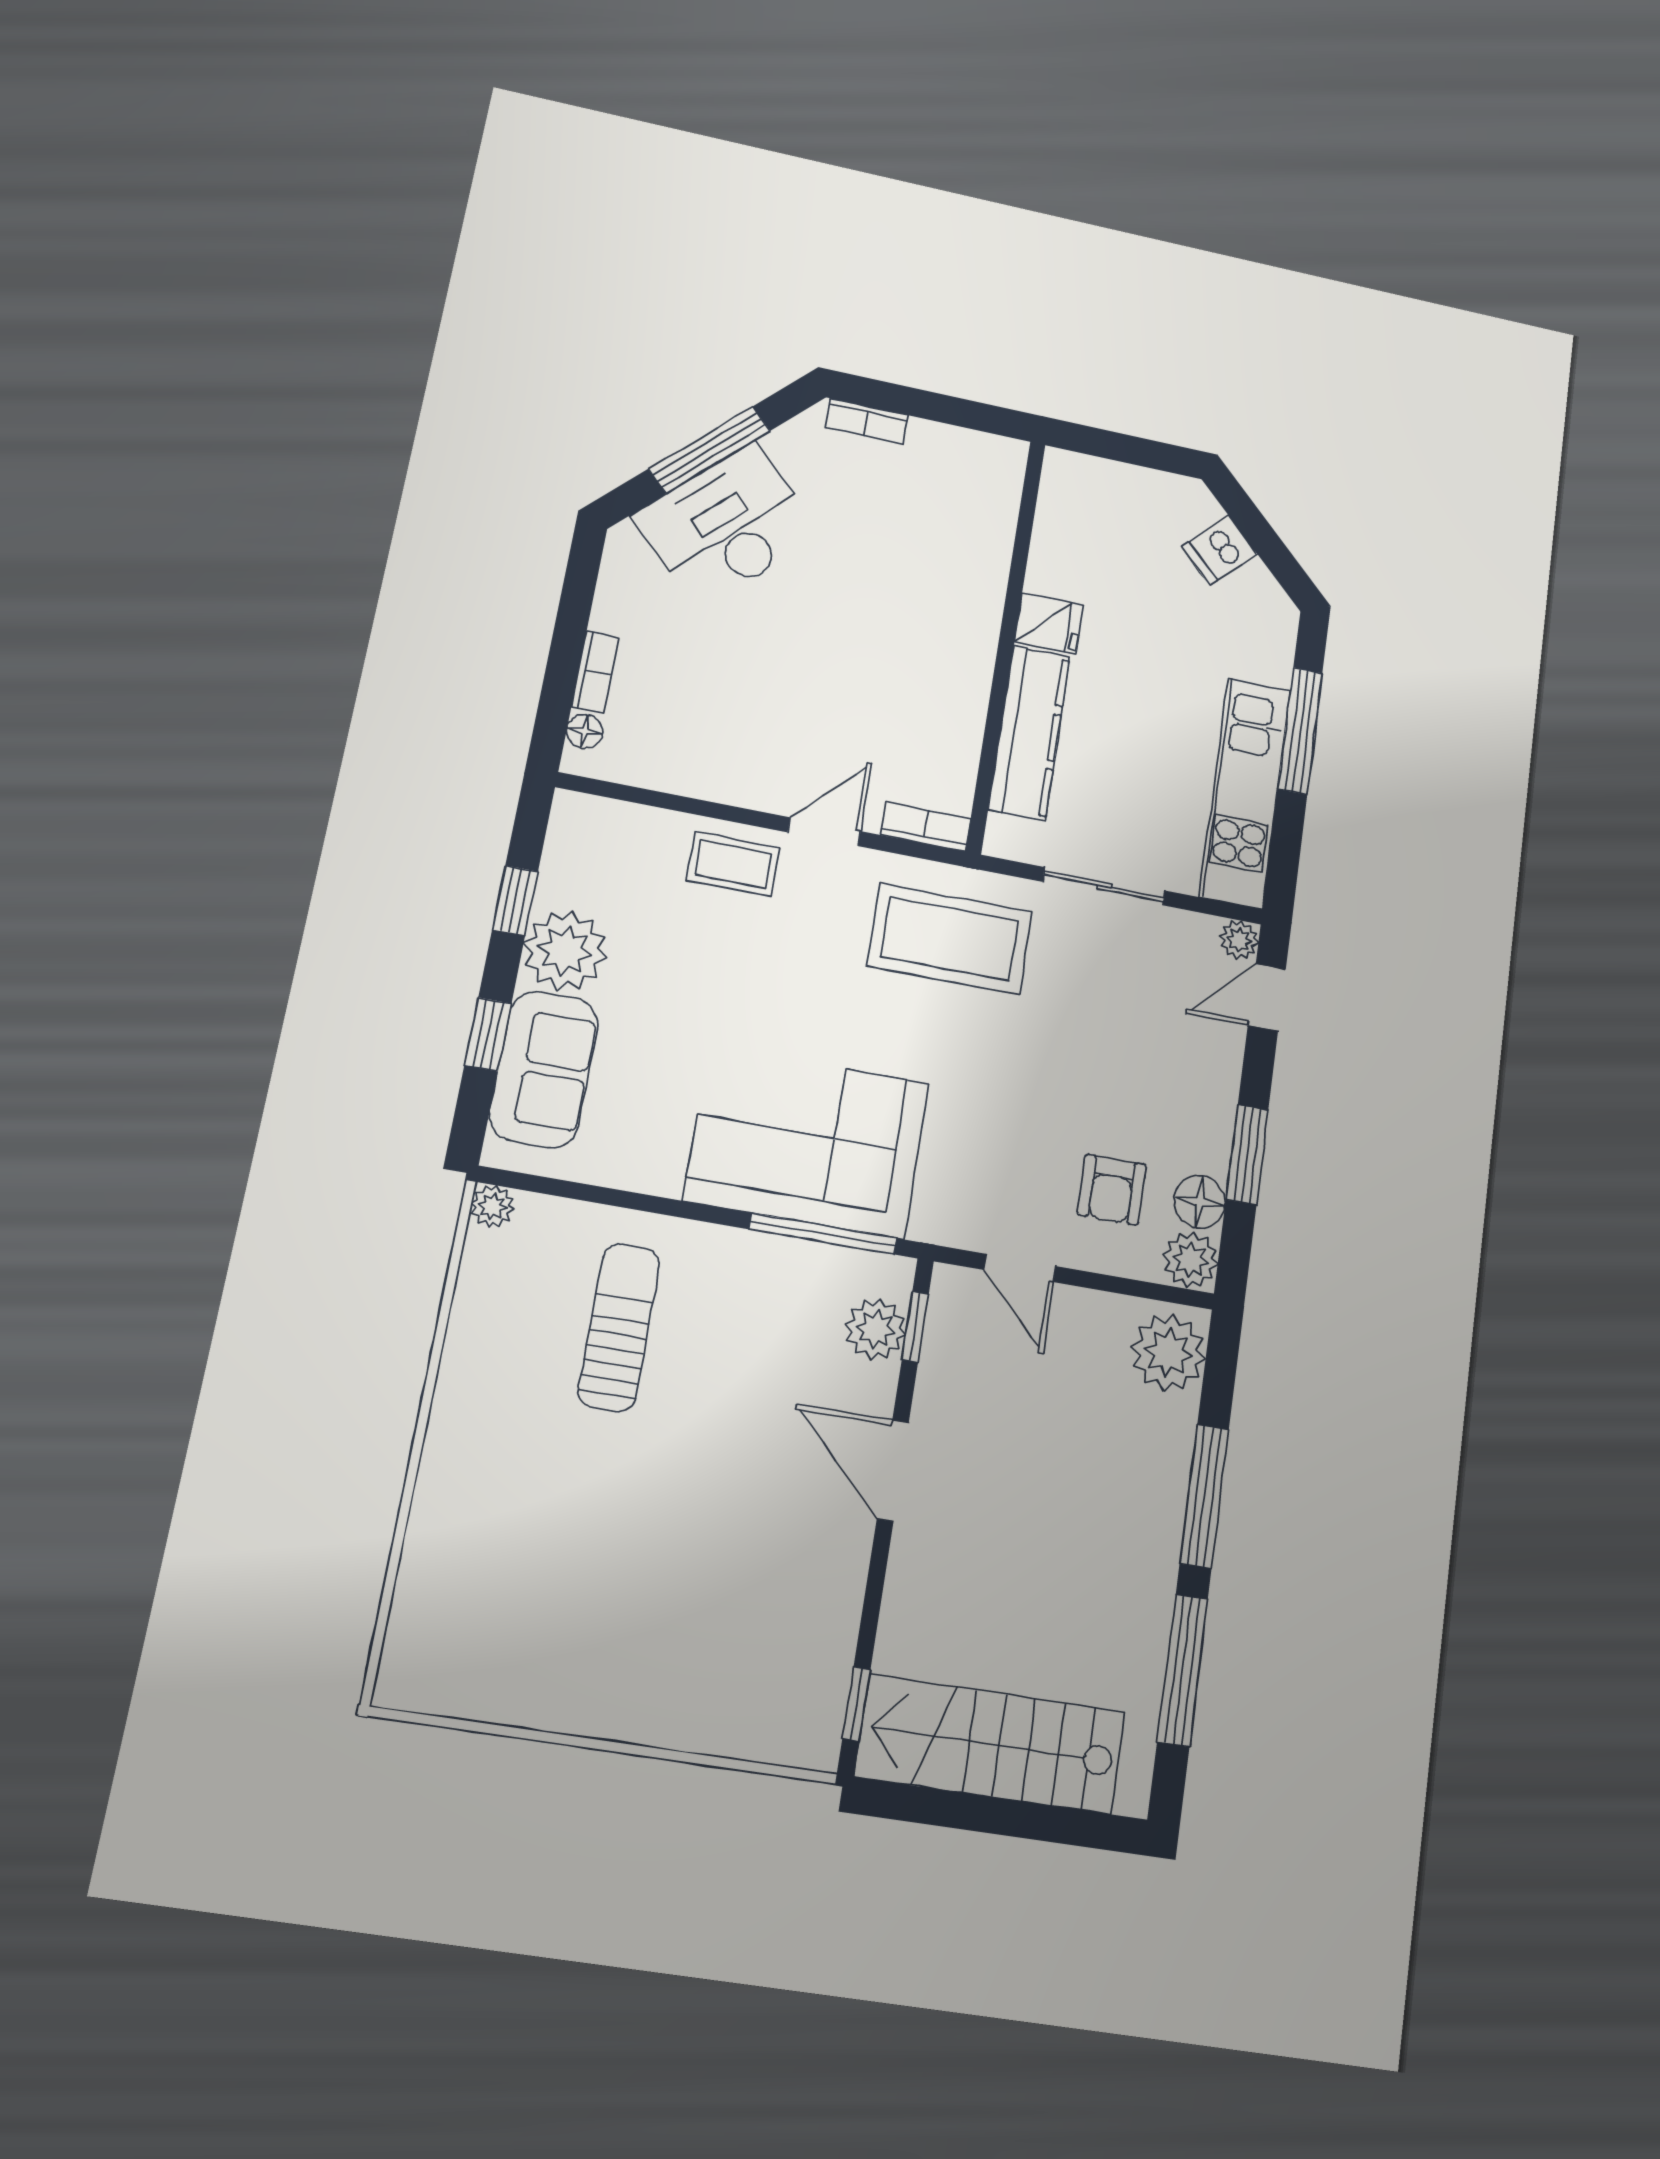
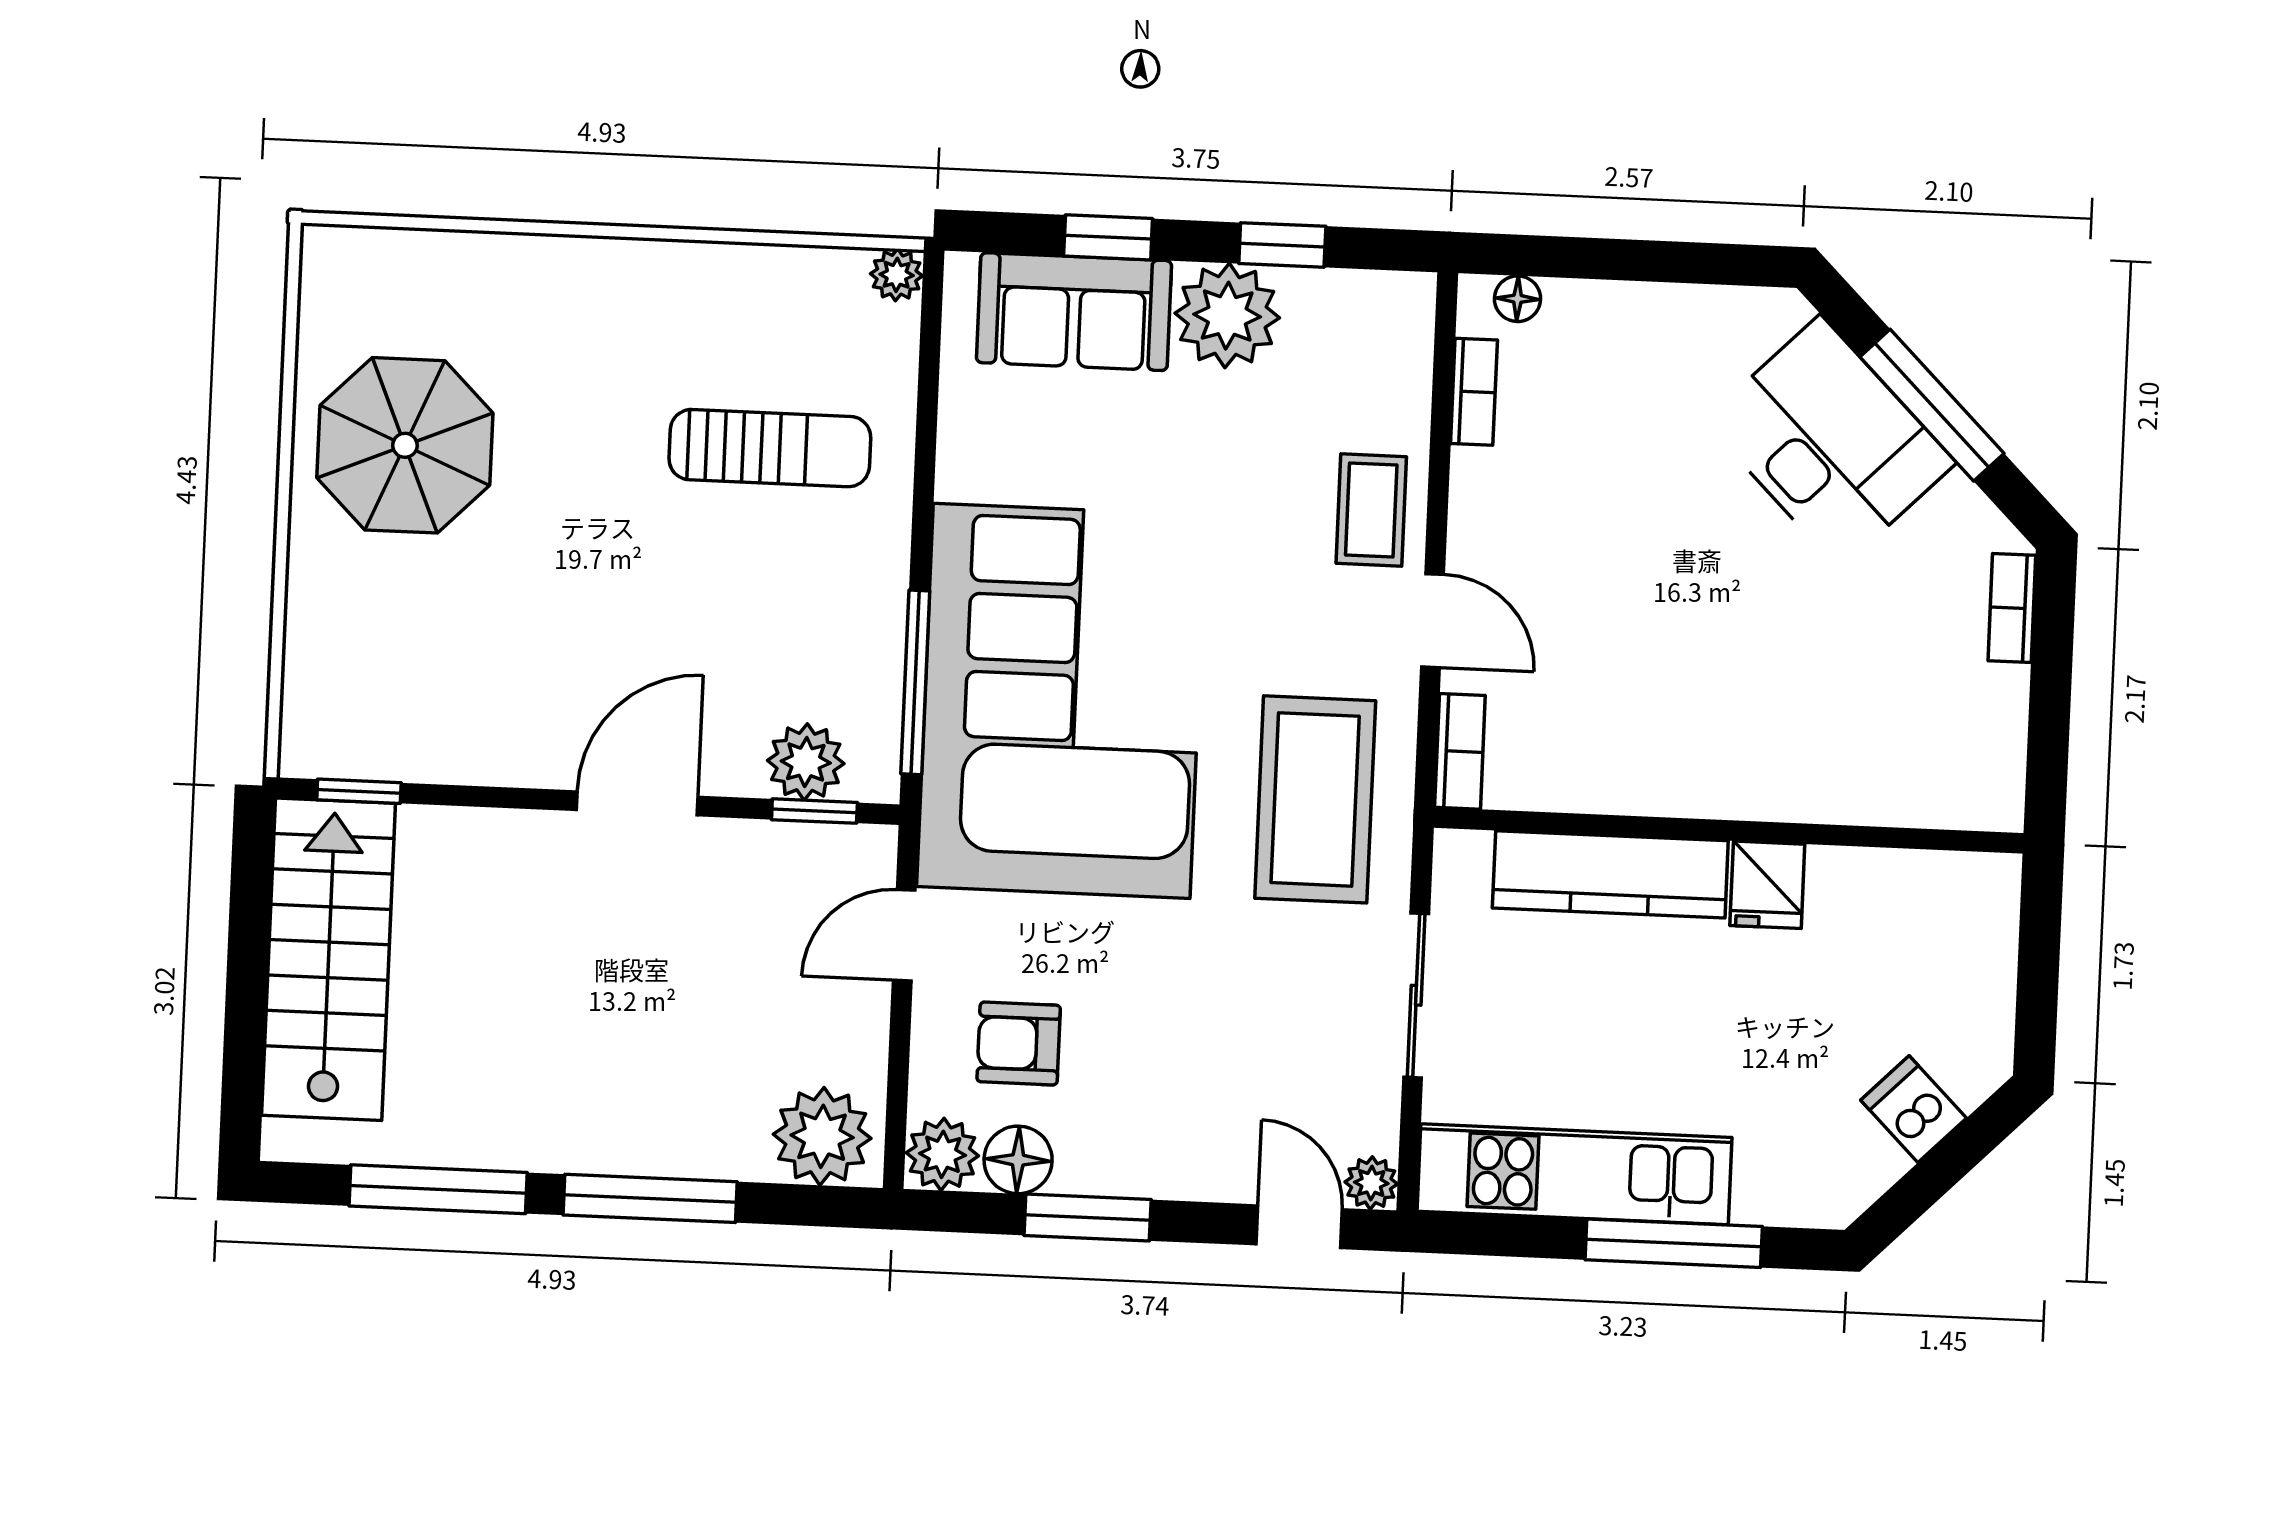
bookcase: (595, 672) -> (1474, 392), moved, turned -90
corner sofa: (807, 1142) -> (1062, 701), width x1.36, depth x1.36
parasol: (574, 1634) -> (405, 445), added

